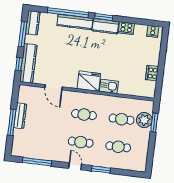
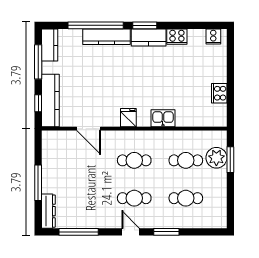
fridge: (89, 81) -> (128, 118), width x0.53, depth x0.75
dresser: (20, 116) -> (48, 211), moved

